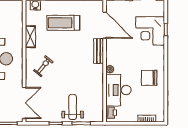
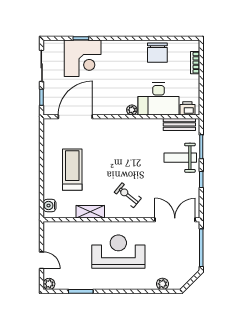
treadmill: (63, 23) -> (72, 170), turned 180
bench: (99, 51) -> (179, 124), moved
chair: (149, 78) -> (157, 53), moved

